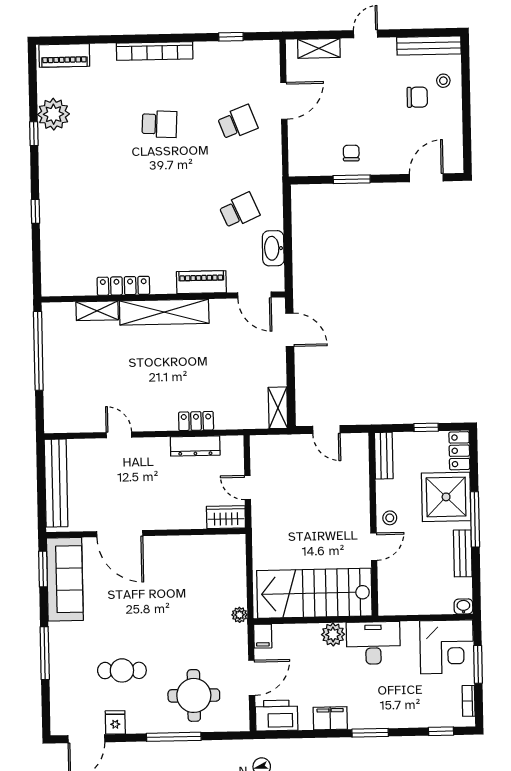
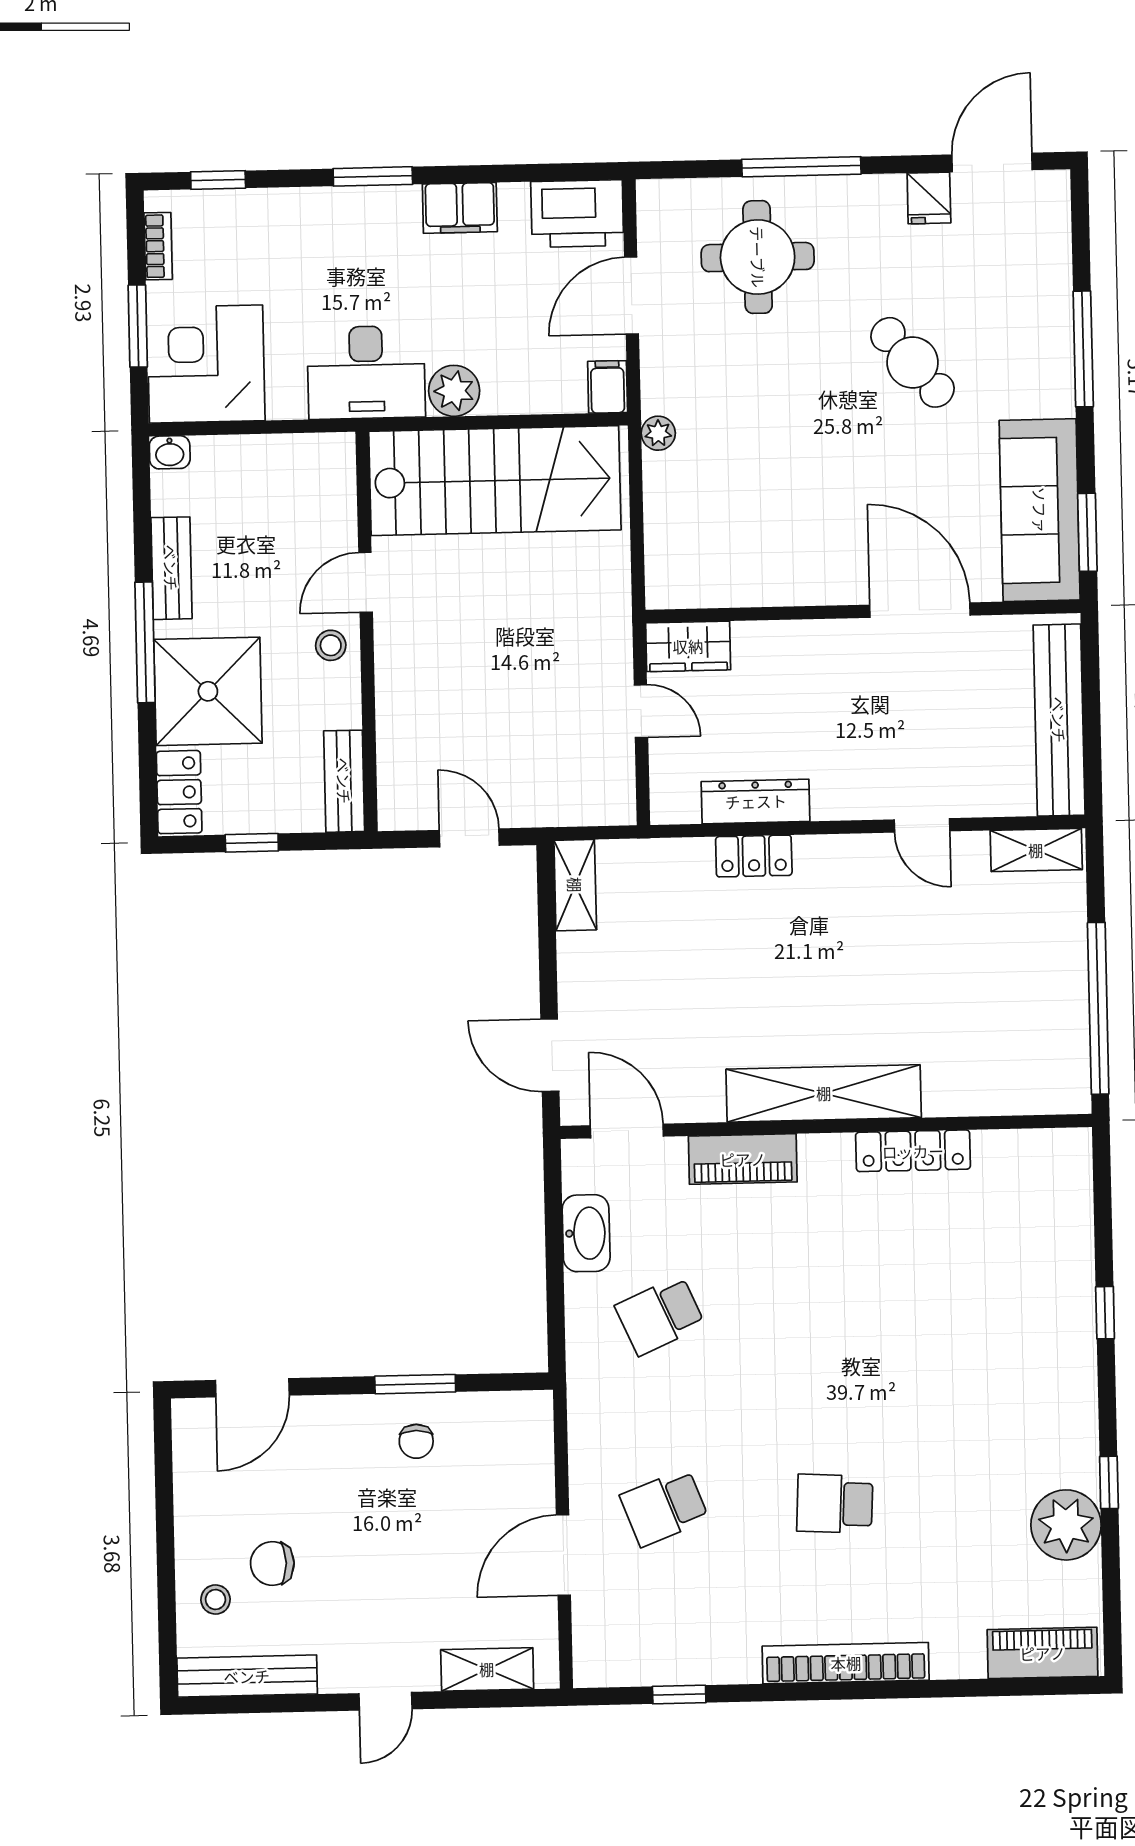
shelving: (97, 311) -> (1036, 850), moved
cafe table: (122, 670) -> (913, 362), moved, turned 49

